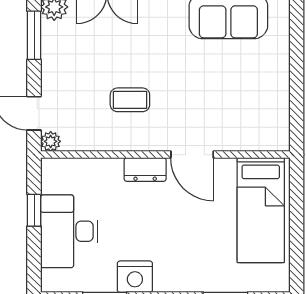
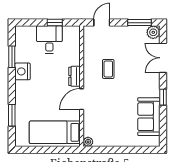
plant: (51, 141) -> (88, 142), moved
desk: (69, 231) -> (49, 40), width x0.73

